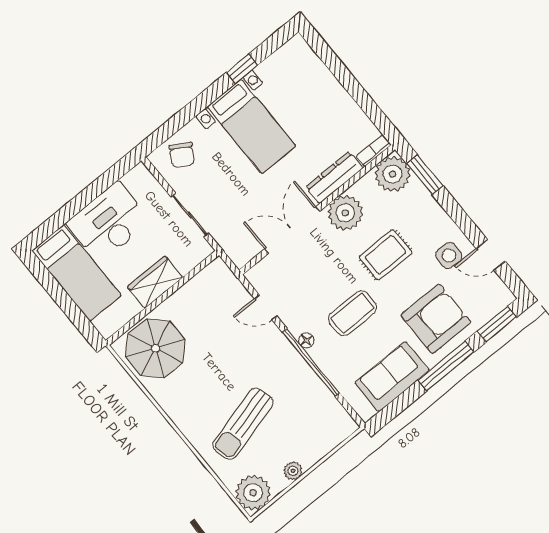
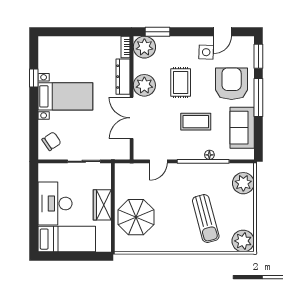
chair: (182, 155) -> (51, 141), turned -65
coffee table: (353, 313) -> (196, 122), turned 90
floor lamp: (306, 340) -> (209, 155), moved
parasol: (155, 348) -> (136, 217), moved
plant: (293, 471) -> (243, 183), moved, width x1.88, depth x1.88

